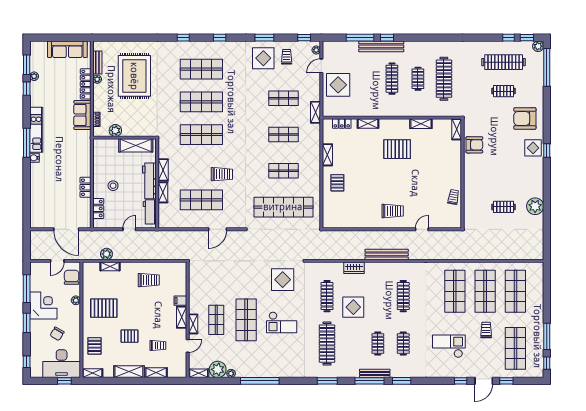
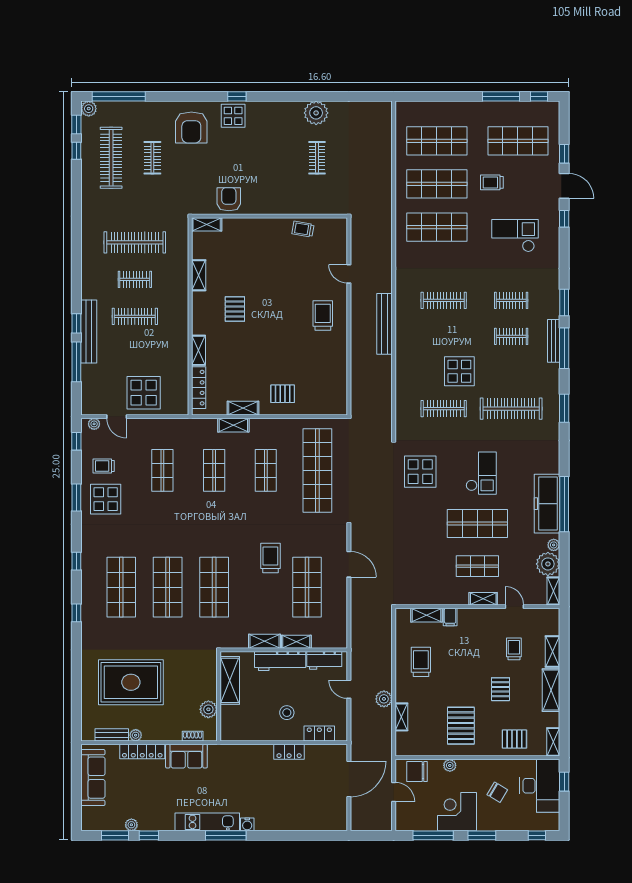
shelving: (315, 112) -> (233, 425), moved
locker: (342, 124) -> (199, 388), width x1.53
pallet: (397, 149) -> (235, 309), width x0.67, depth x0.71
plant: (106, 254) -> (384, 699), moved
wardrobe: (354, 268) -> (403, 370), removed
shelving: (182, 317) -> (427, 615), moved
checkout: (449, 346) -> (515, 236), turned 90
freezer: (260, 369) -> (547, 504), added

